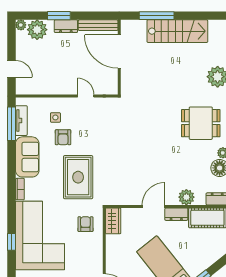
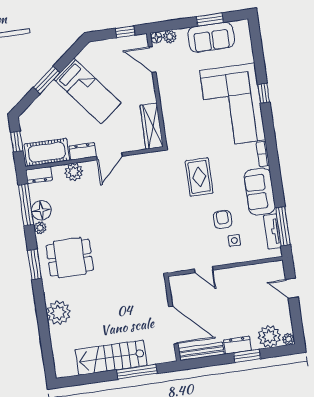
rug: (78, 177) -> (199, 177), width x0.73, depth x0.70
wardrobe: (113, 221) -> (152, 126), width x1.50
armchair: (85, 224) -> (183, 125), removed

